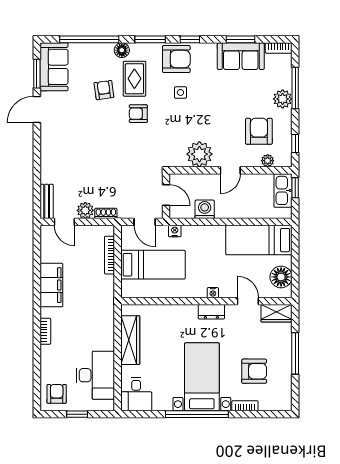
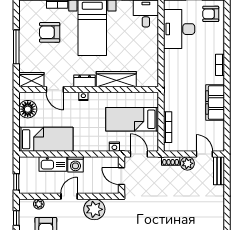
kitchen sink: (283, 190) -> (53, 164), moved, turned 90
washing machine: (205, 209) -> (75, 164), moved
wardrobe: (130, 340) -> (116, 79), moved, turned 90
armchair: (57, 394) -> (211, 14), turned 90

